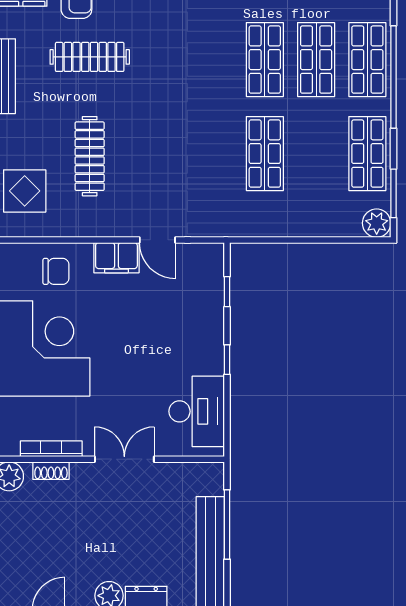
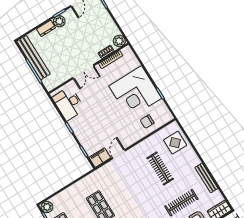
door: (157, 240) -> (119, 154), hinge flipped
filing cabinet: (116, 258) -> (100, 158), moved

